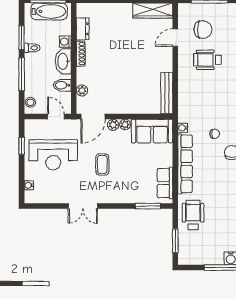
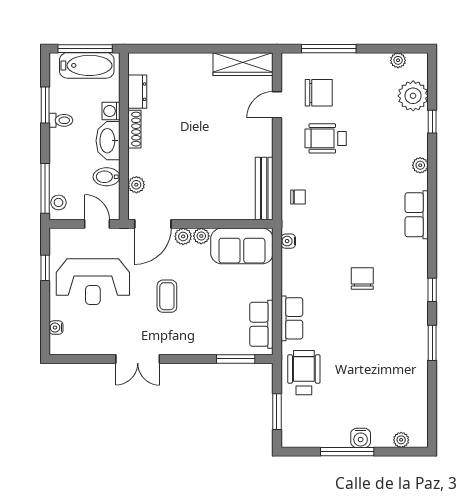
window: (22, 74) -> (45, 188), moved
chair: (215, 134) -> (298, 197), moved
row of seats: (185, 164) -> (292, 318), width x0.50

